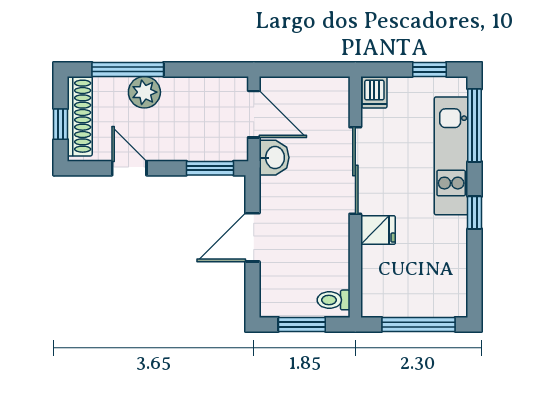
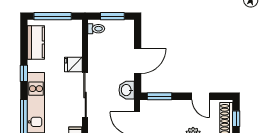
washbasin: (274, 158) -> (127, 90), moved
kitchen counter: (451, 273) -> (36, 42), added

